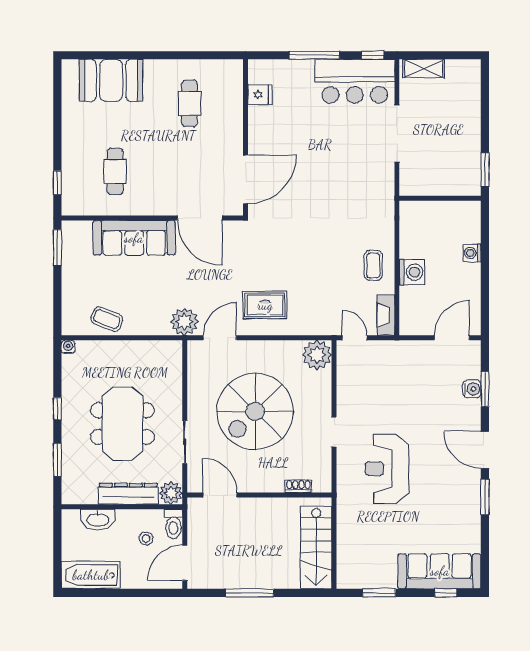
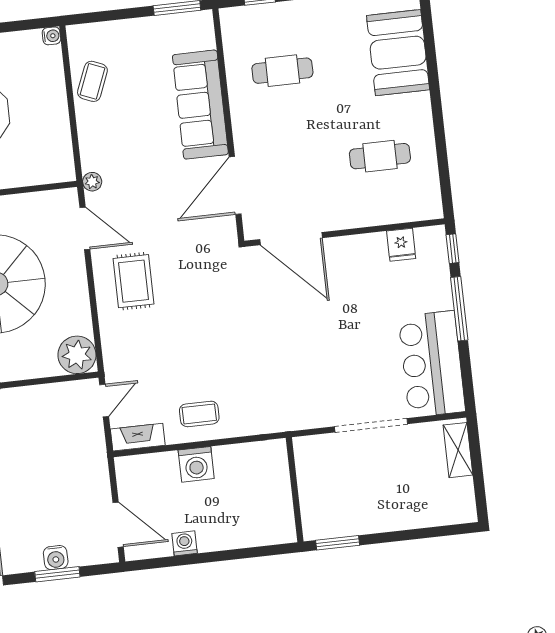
window: (373, 55) -> (453, 249), moved
washing machine: (472, 253) -> (185, 543), moved
plant: (184, 322) -> (92, 182), width x0.53, depth x0.53

